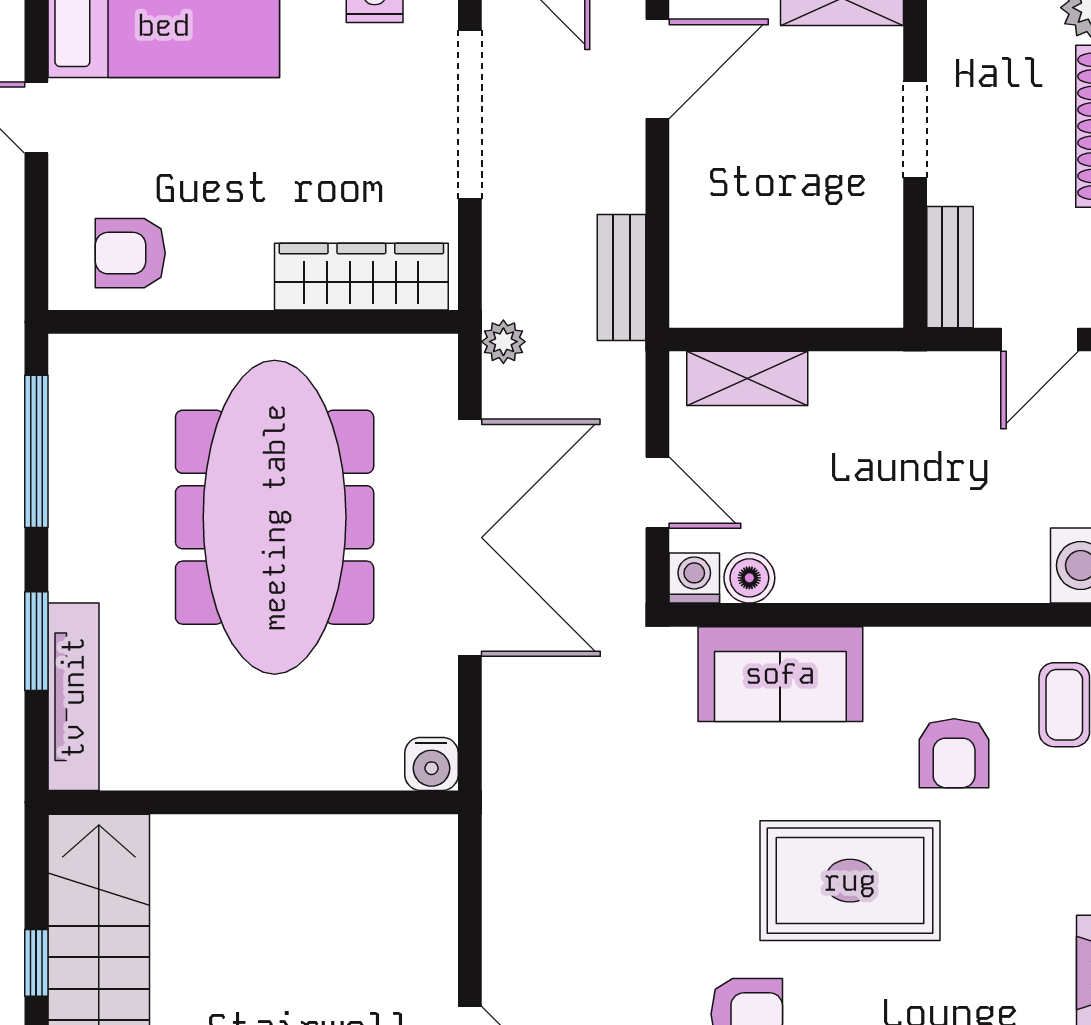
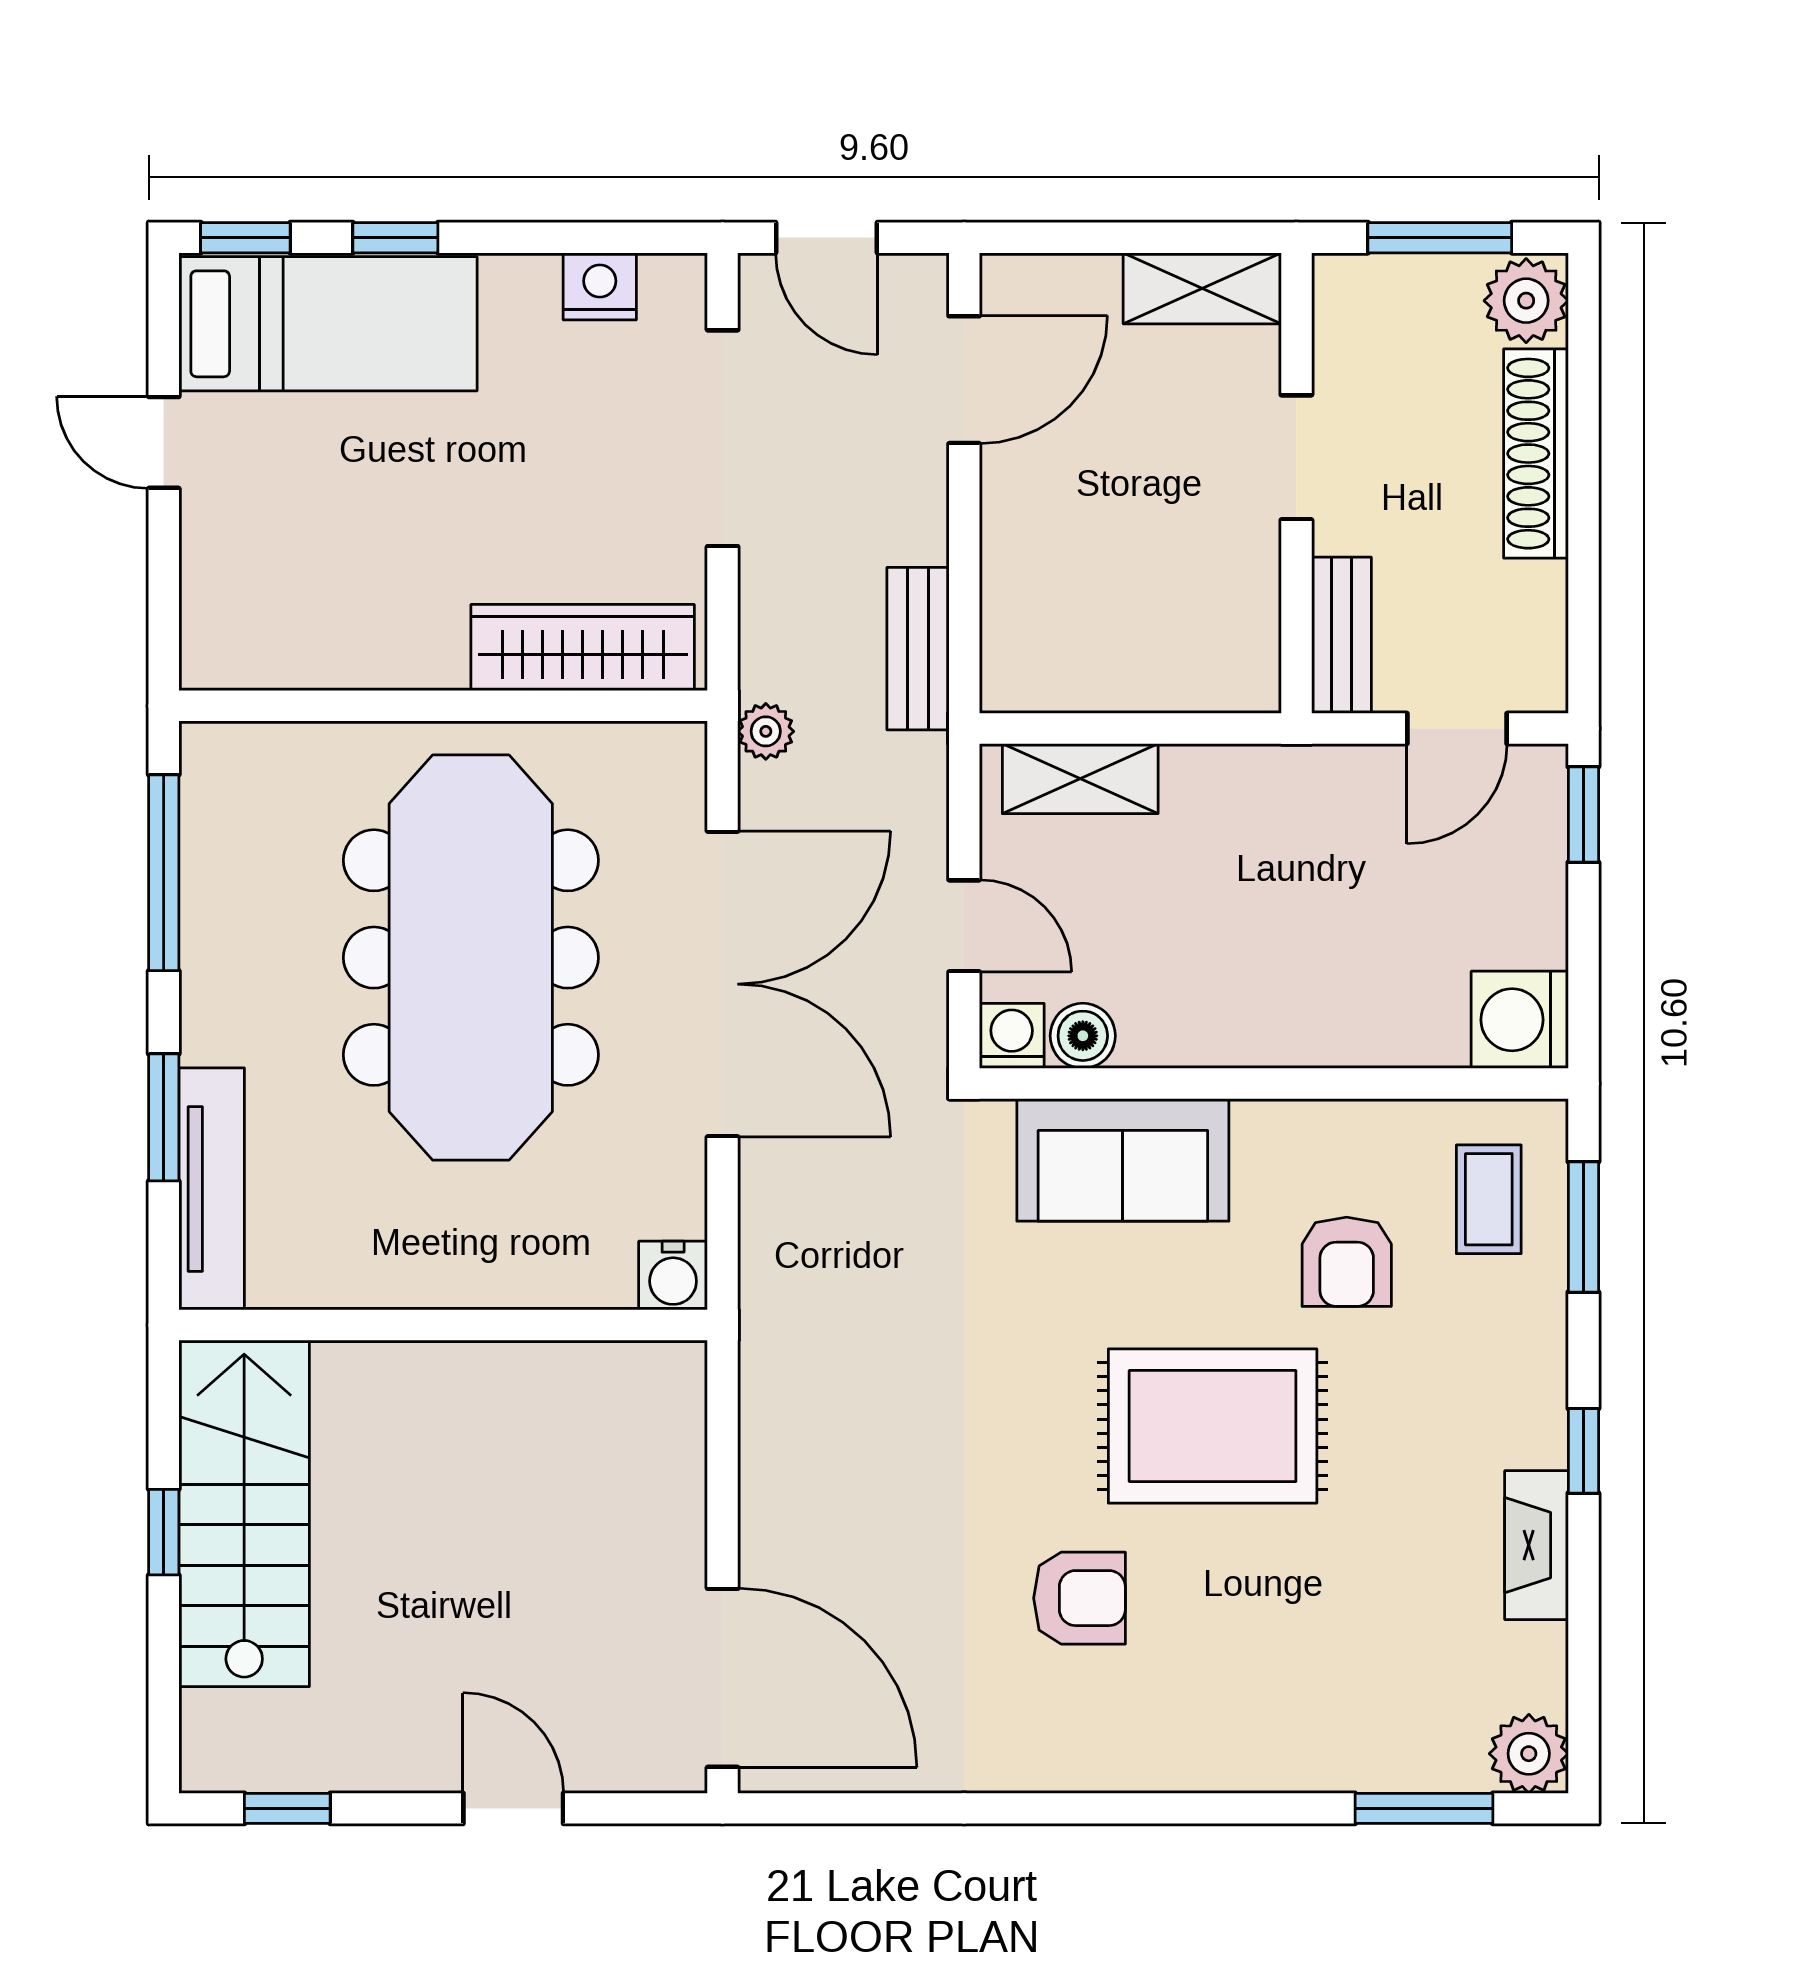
armchair: (130, 253) -> (285, 617), removed

